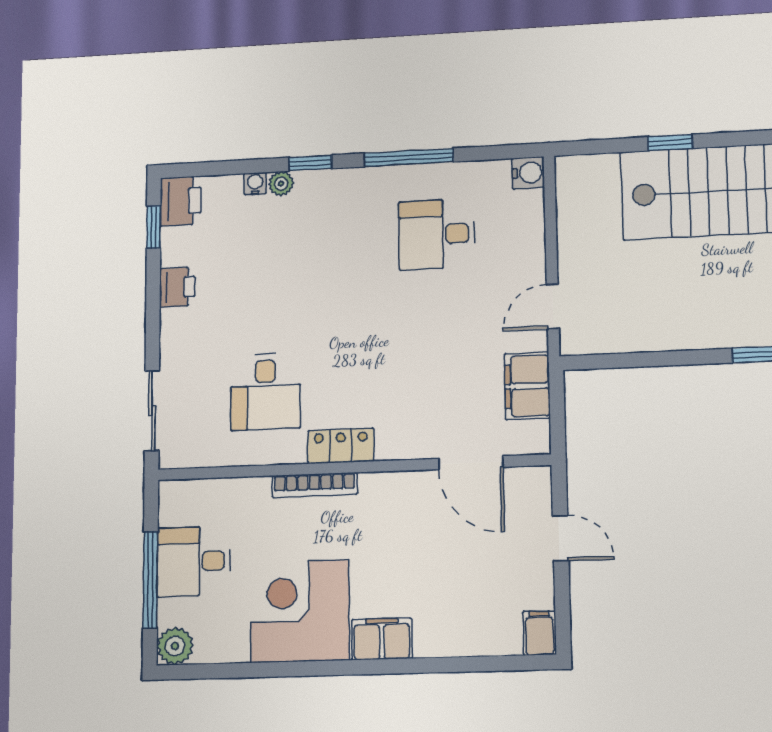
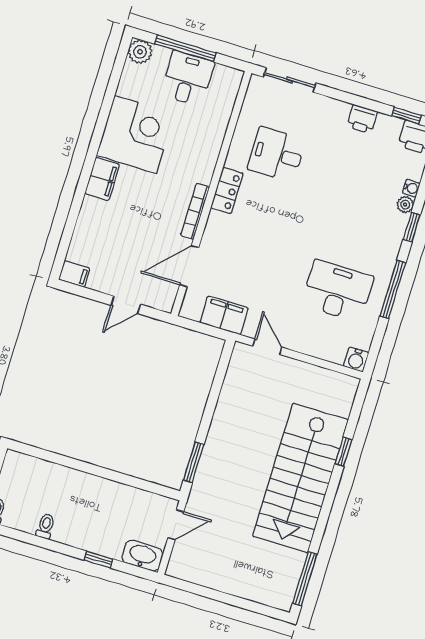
desk: (437, 234) -> (338, 291), width x1.37
bookcase: (314, 485) -> (195, 211), moved

